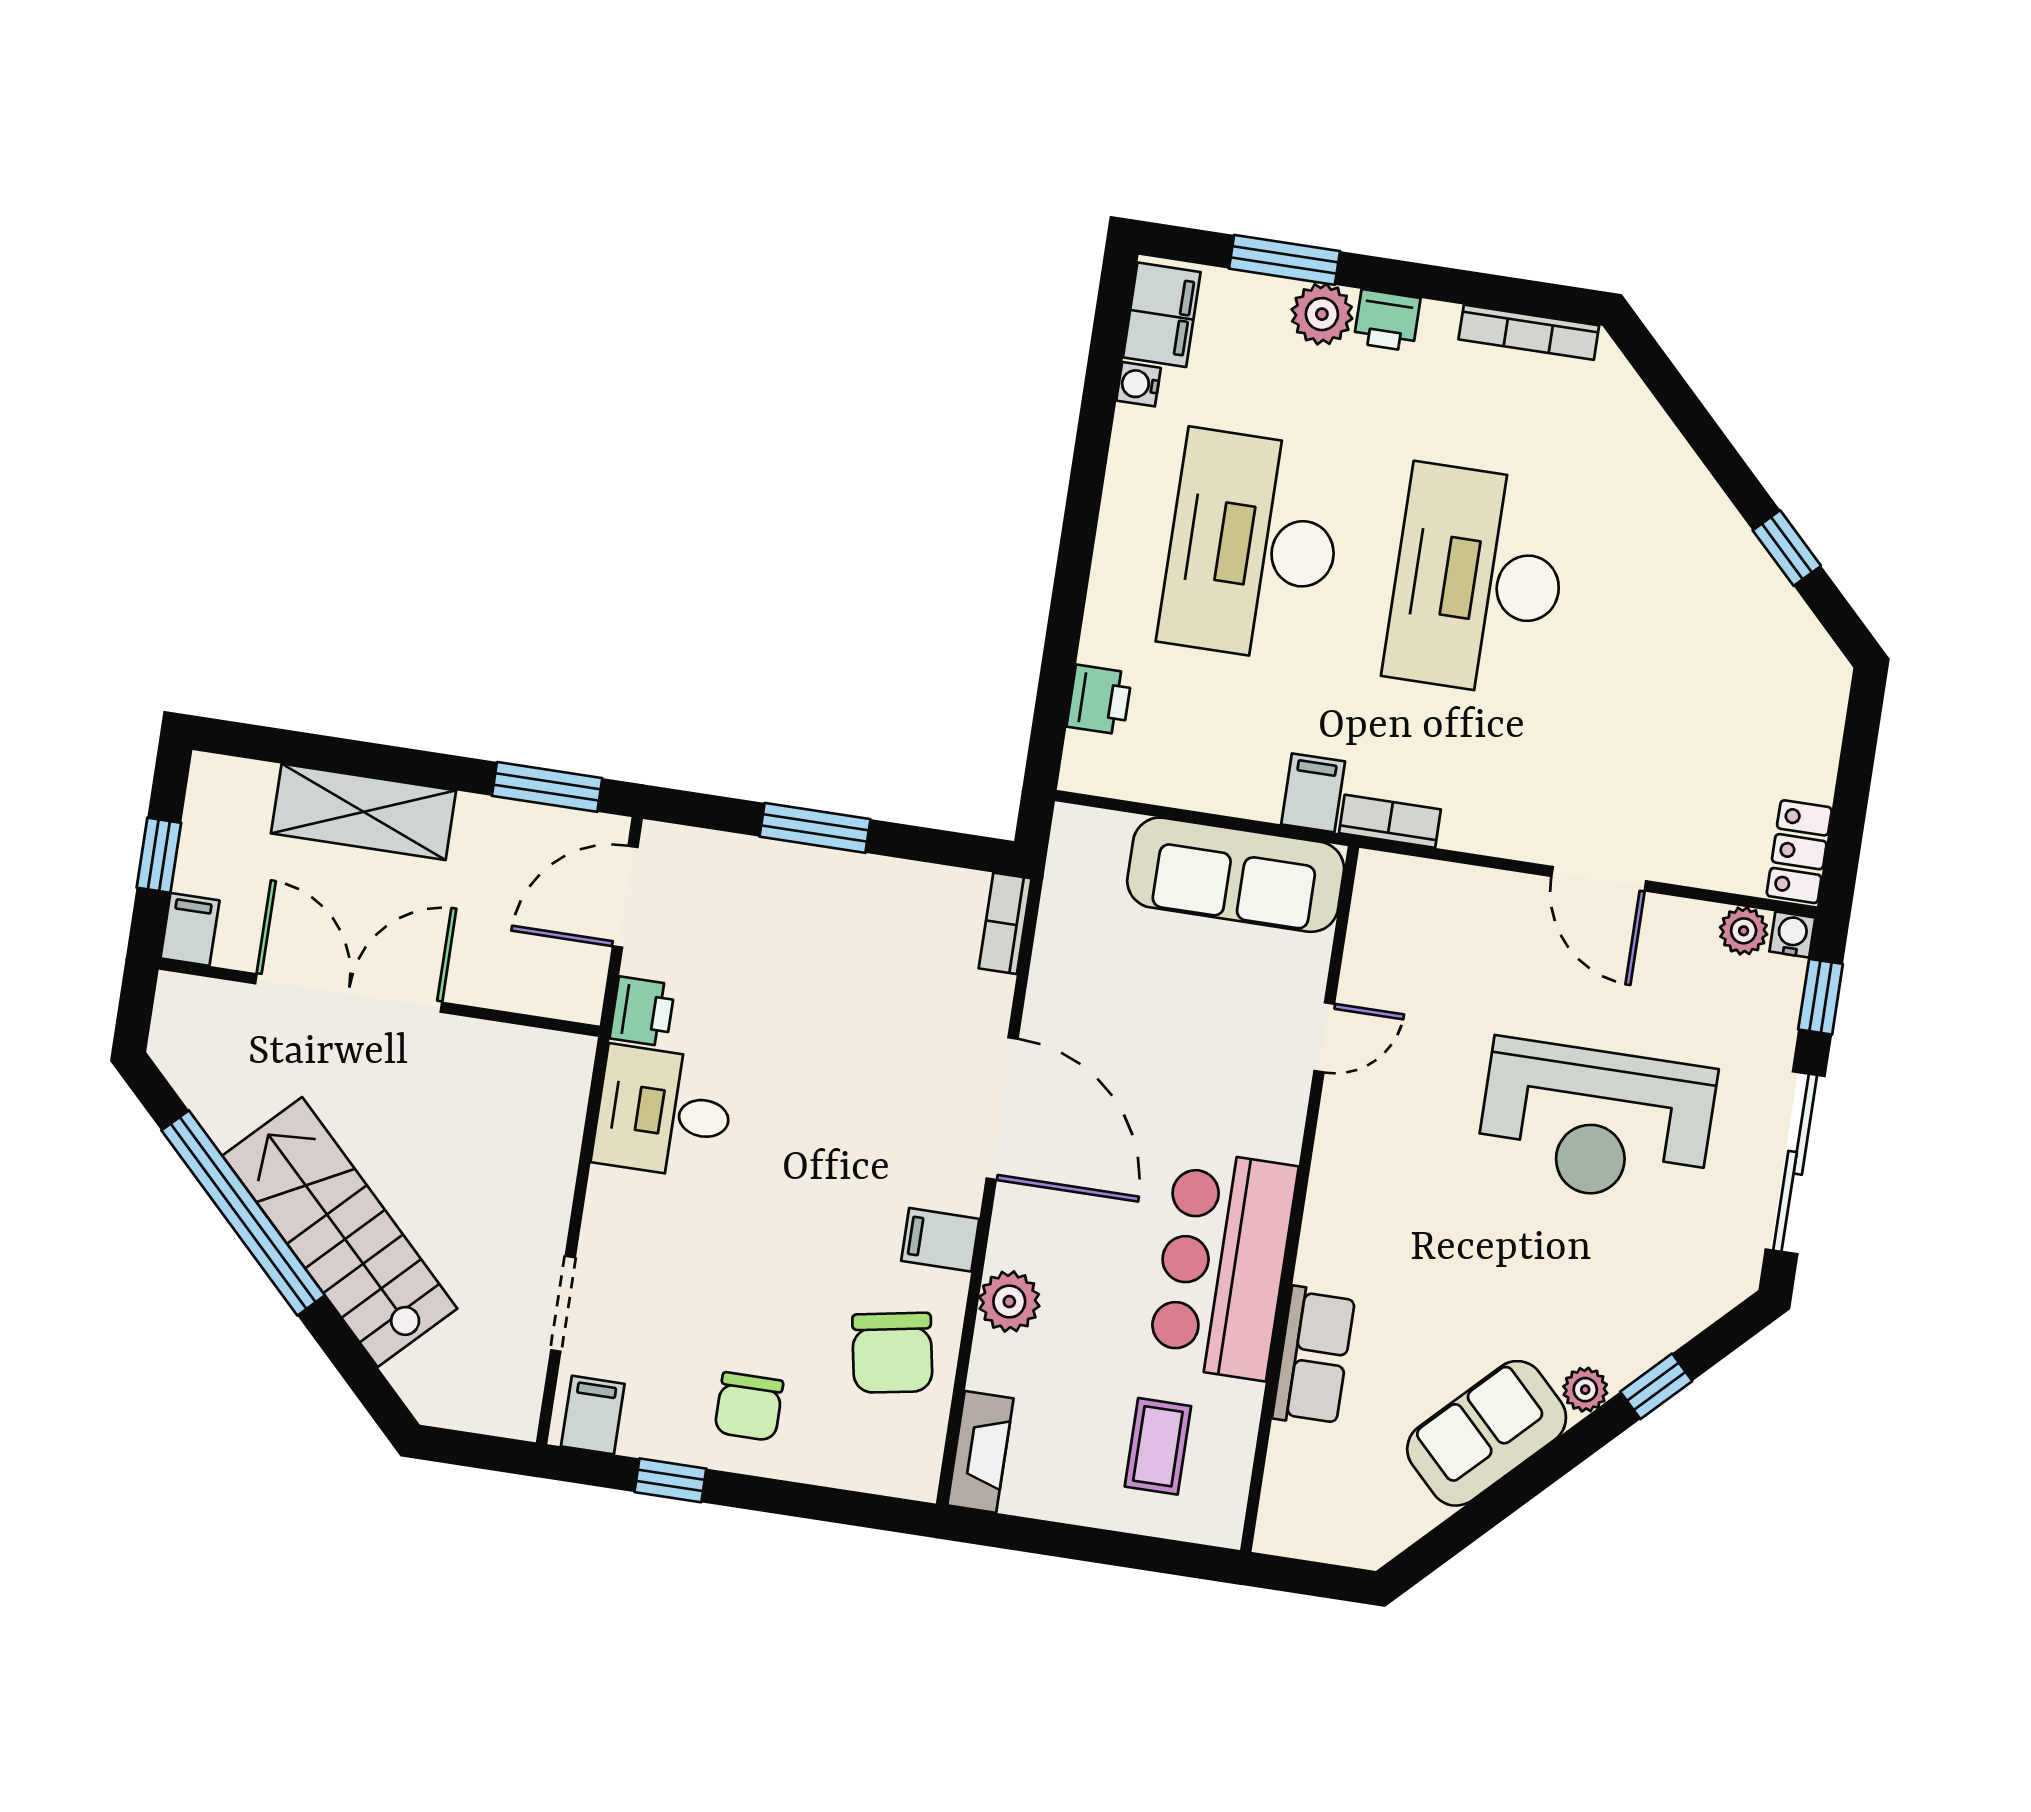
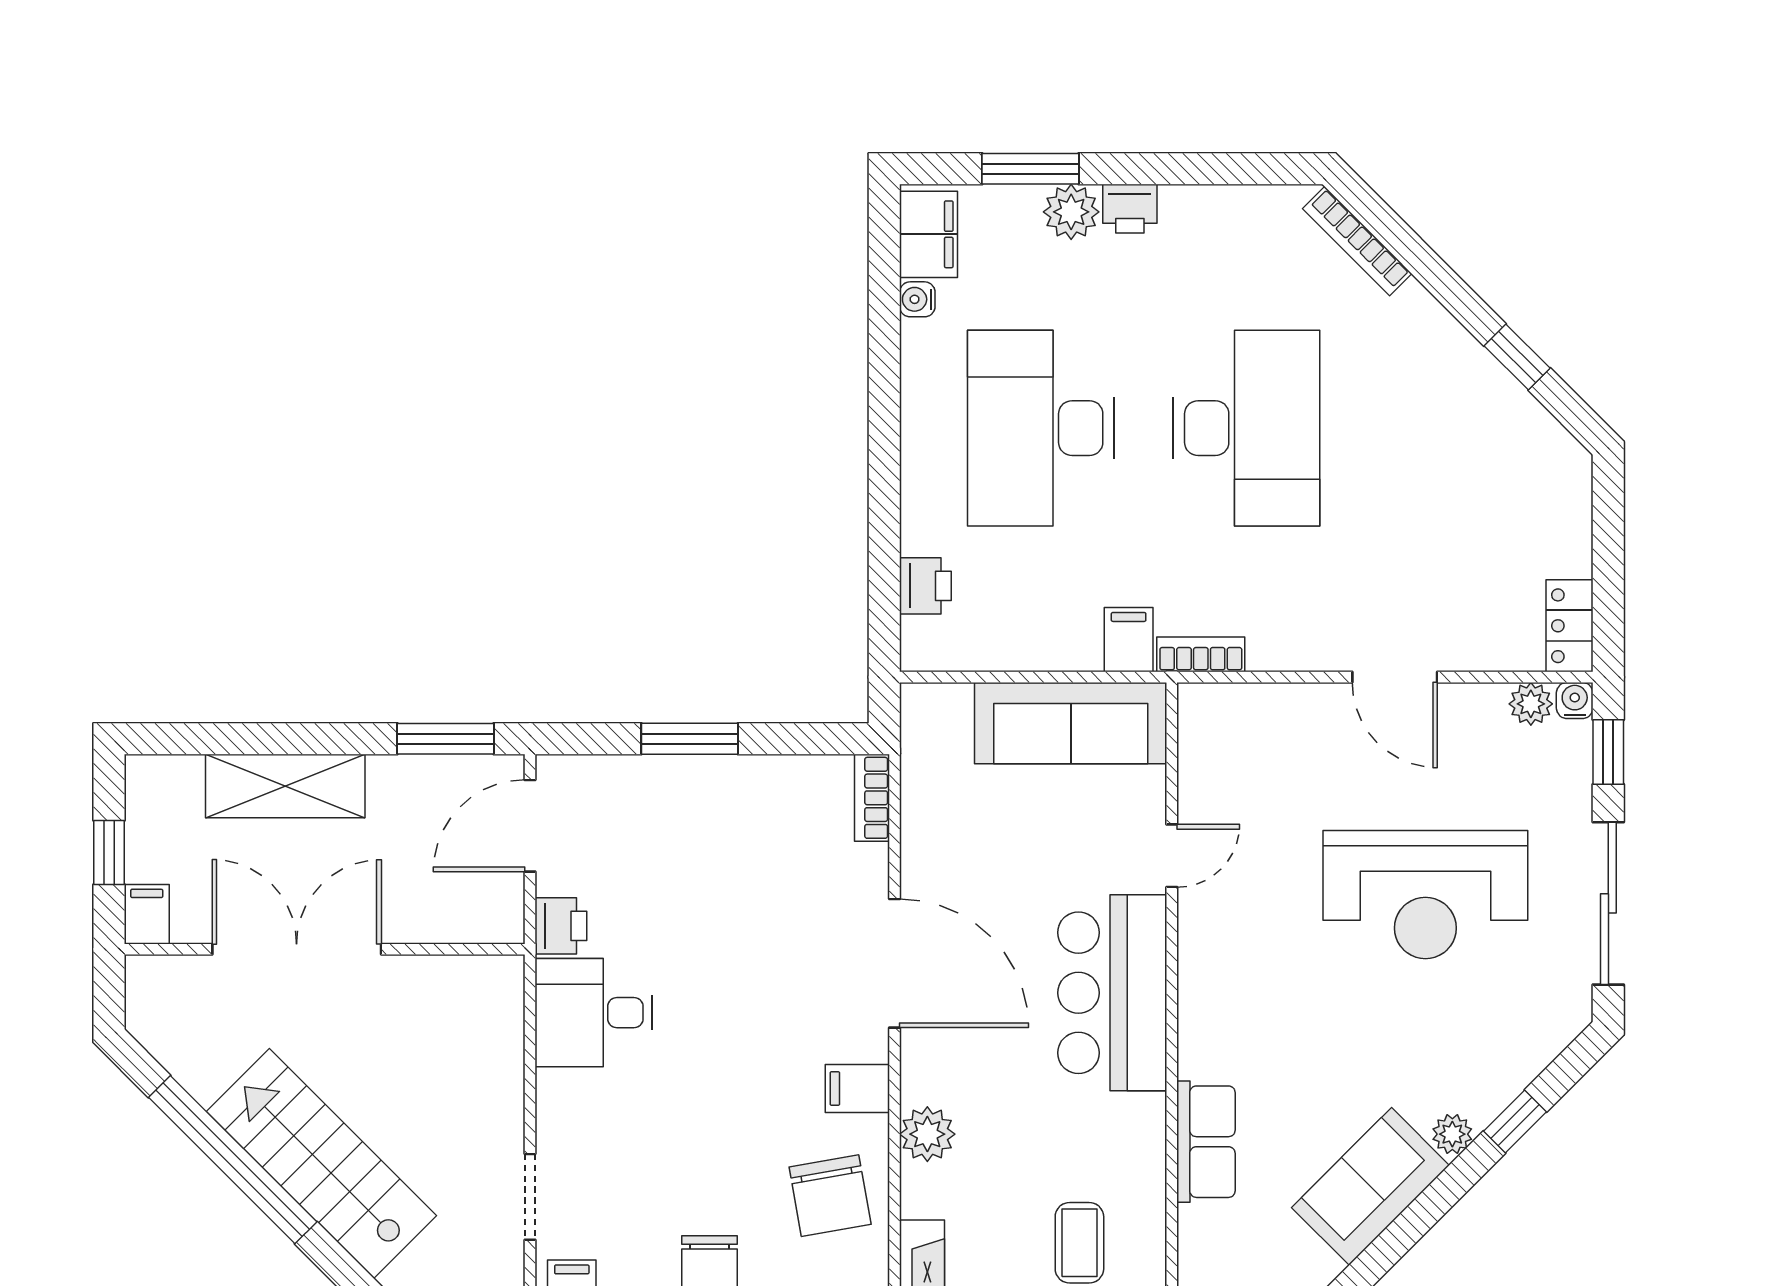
bookcase: (1529, 332) -> (1357, 241), moved, turned 45
desk: (1478, 581) -> (1246, 428), turned 180
bar counter: (1223, 1265) -> (1112, 993), moved

